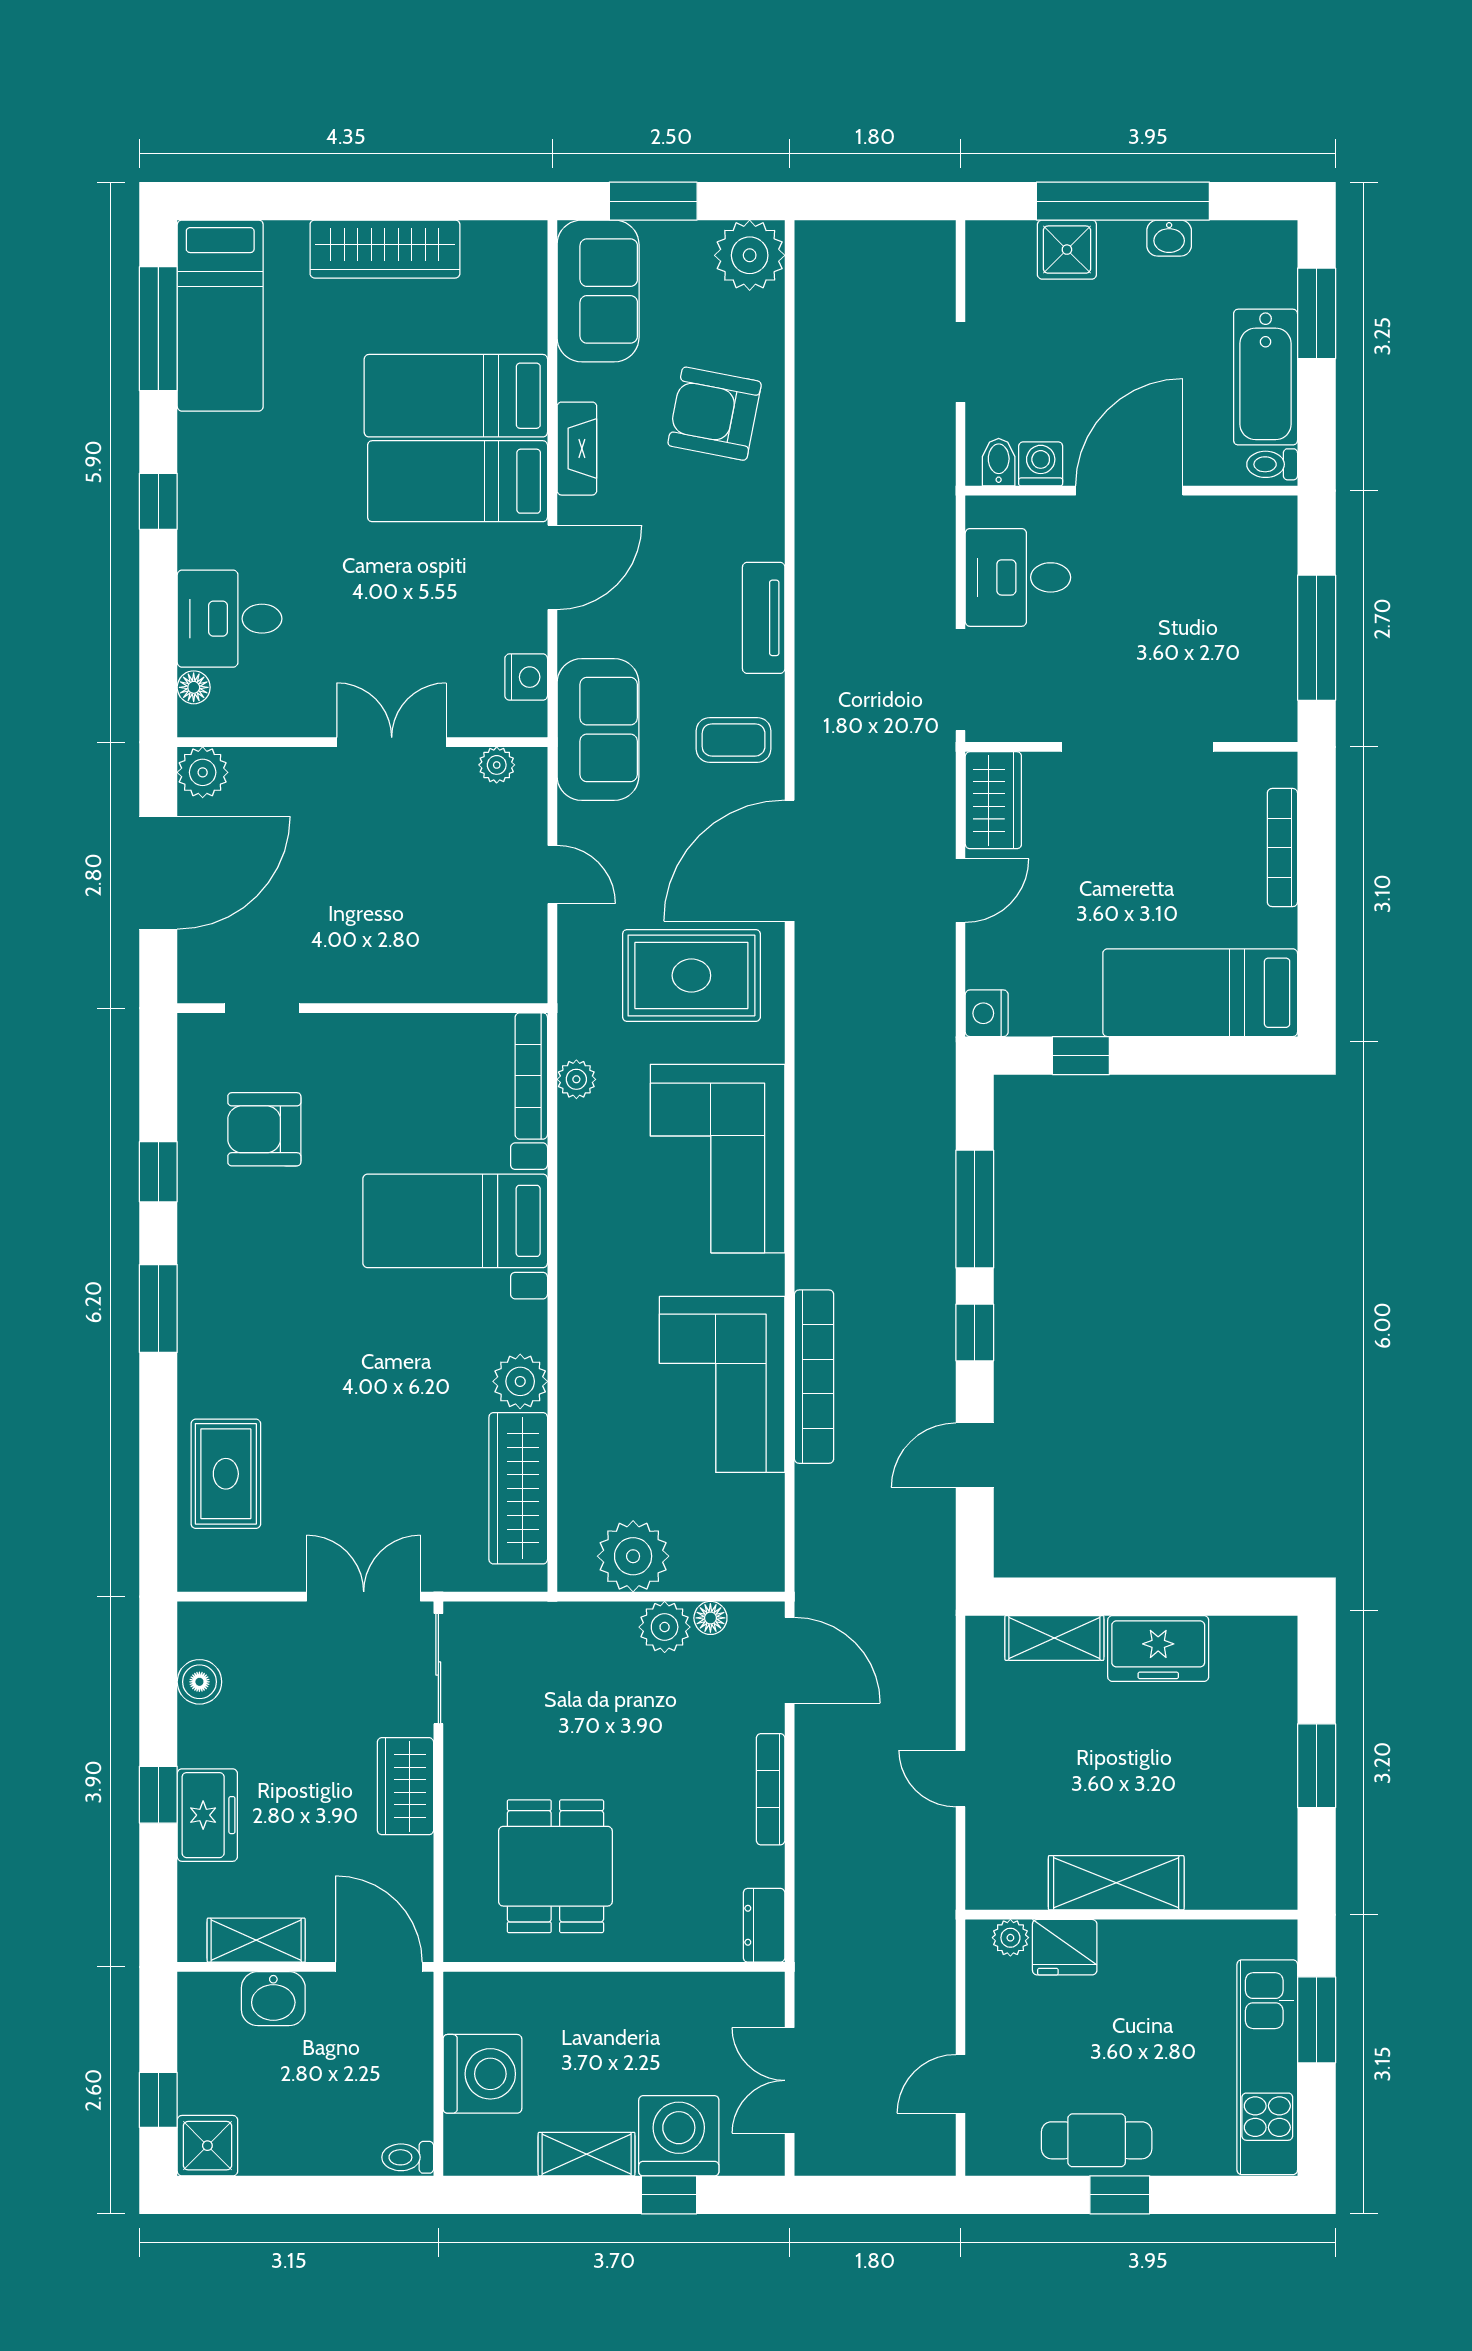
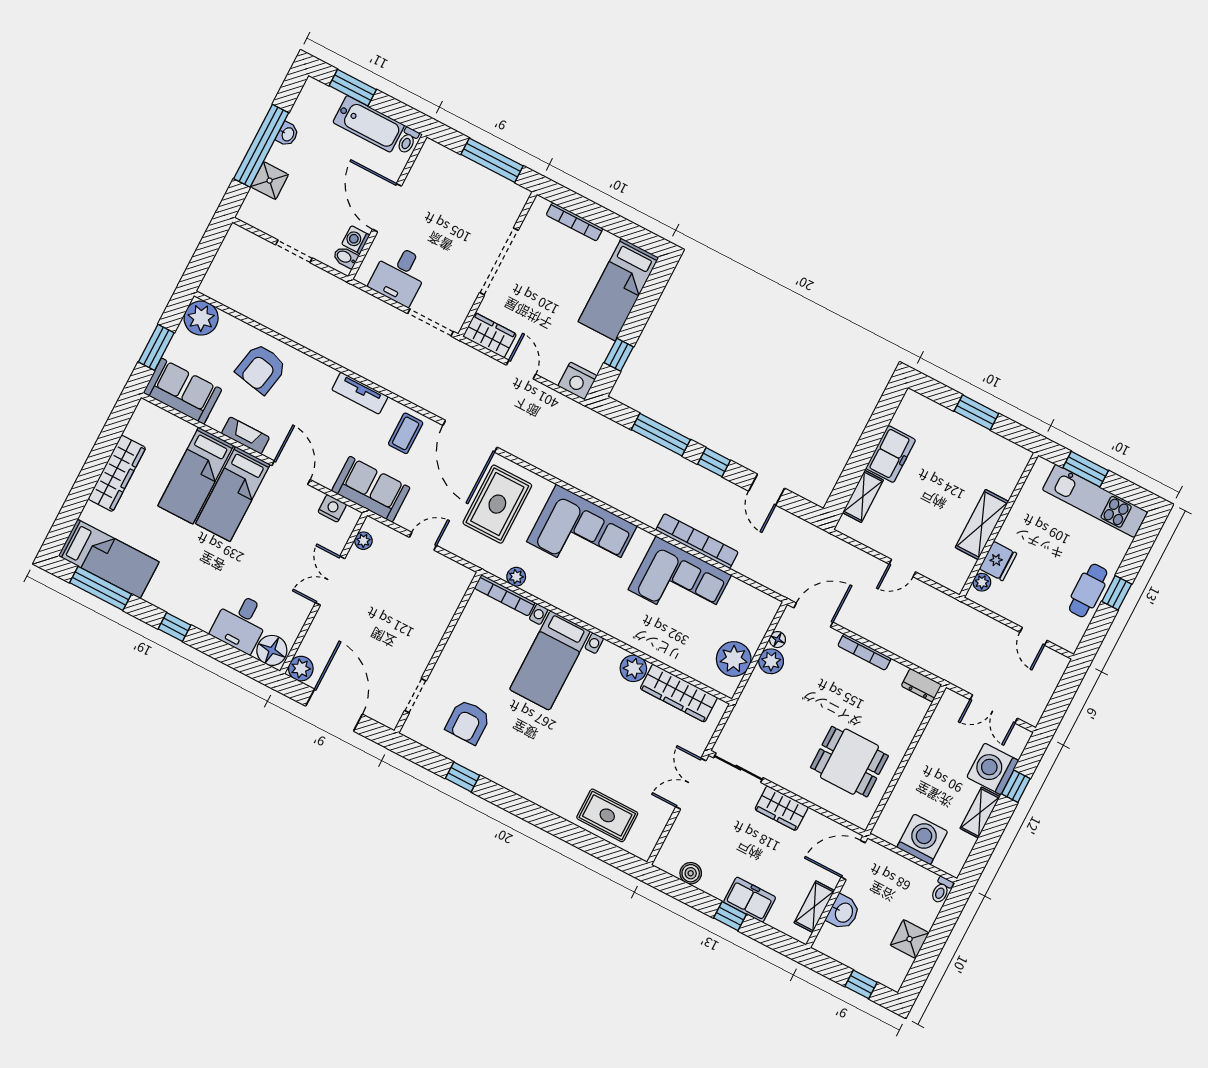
floor lamp: (194, 687) -> (272, 650), width x1.89, depth x1.89
nightstand: (987, 1013) -> (578, 381), width x1.36, depth x1.33
window: (158, 1308) -> (521, 807), removed
shower: (207, 2146) -> (910, 939), moved

